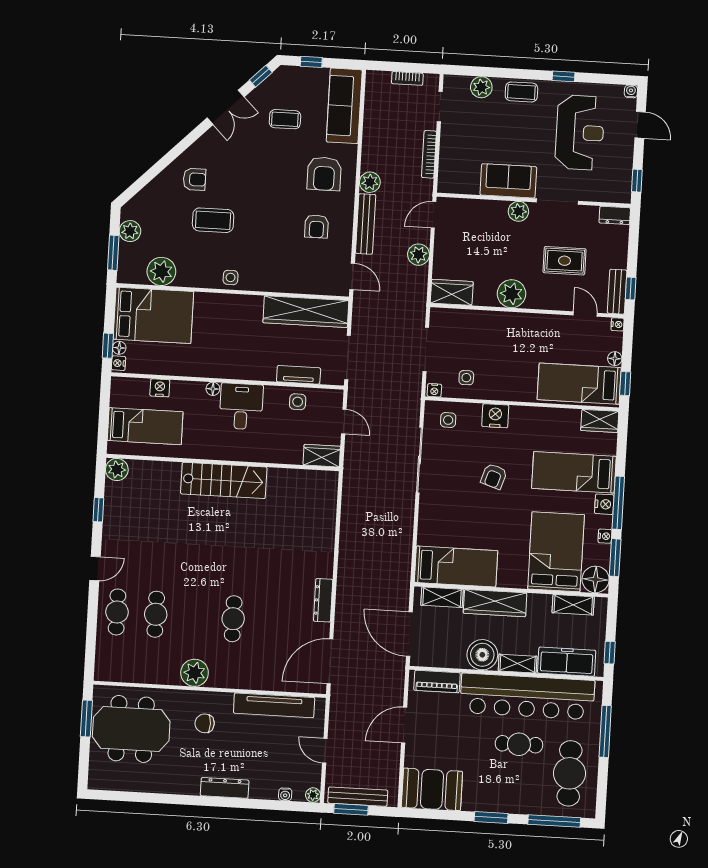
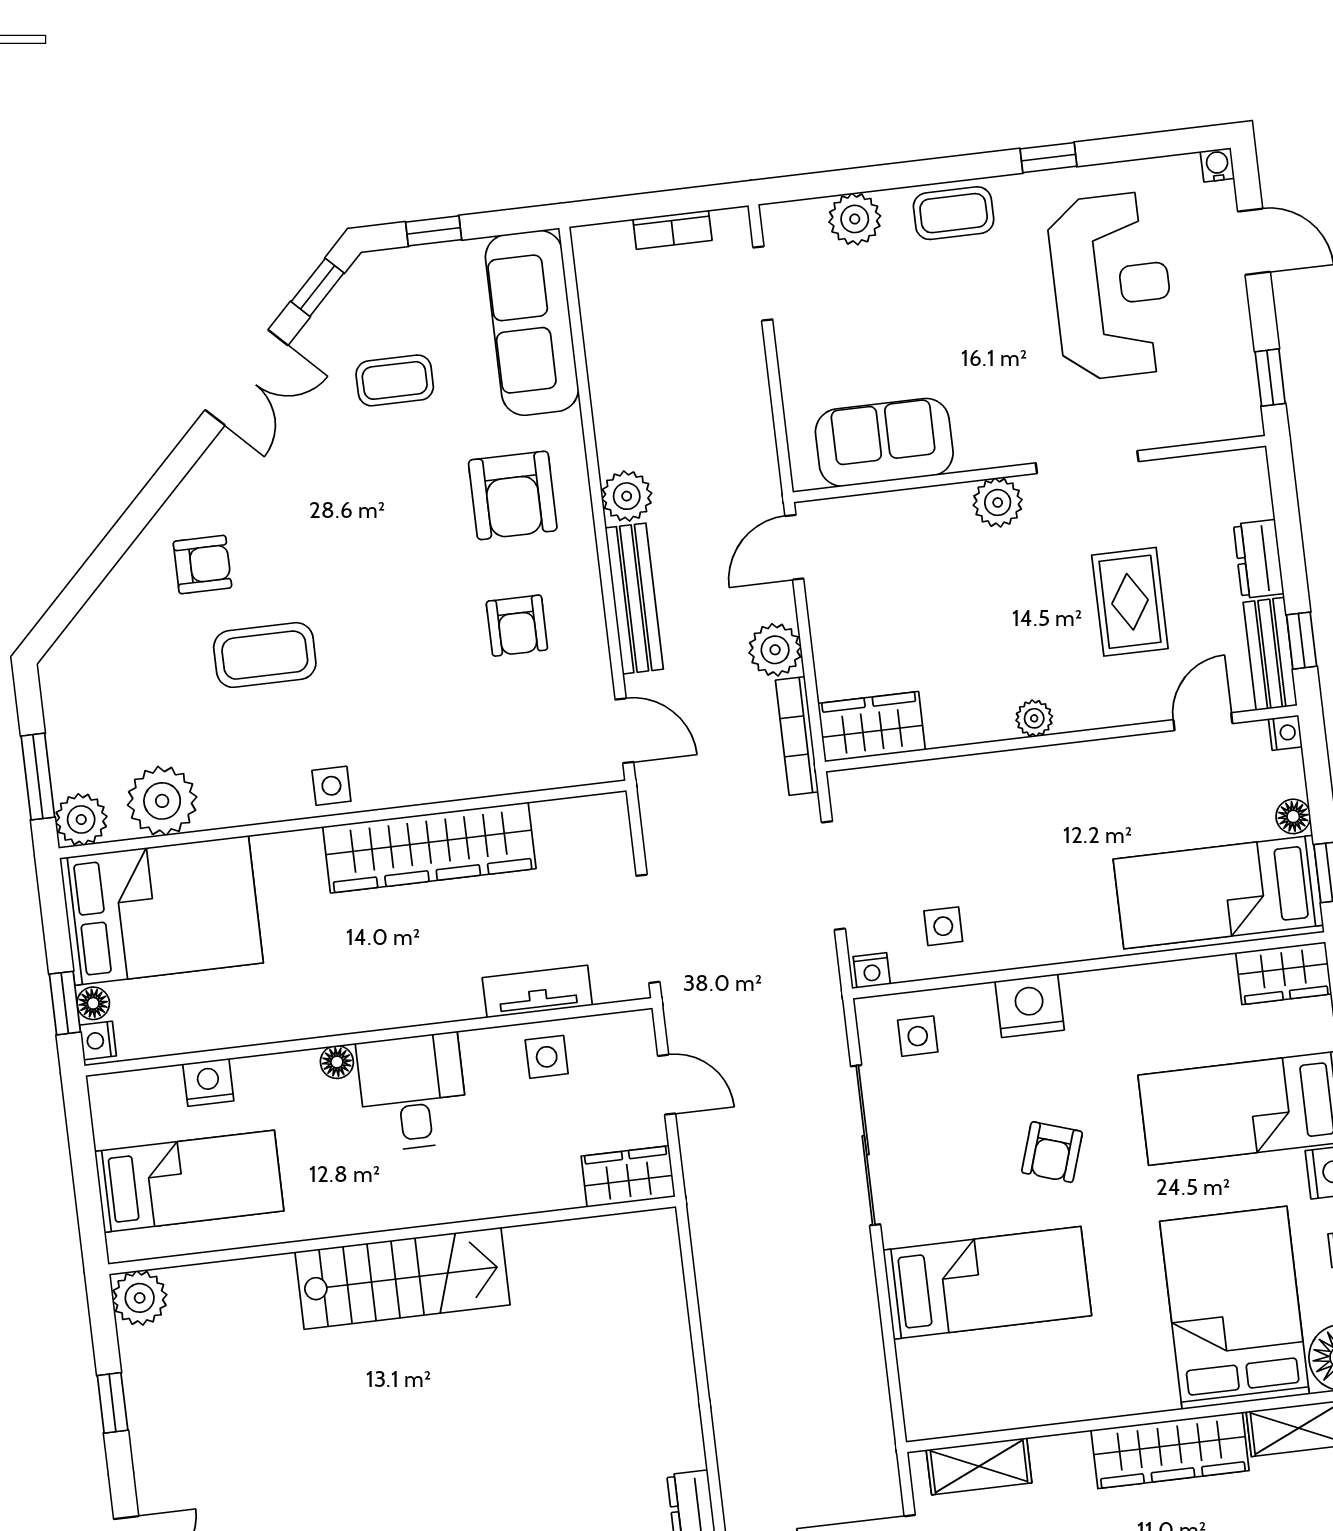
bookcase: (429, 154) -> (797, 736), moved
sofa: (508, 181) -> (884, 442), moved
dresser: (615, 215) -> (1259, 559), moved, turned 90
plant: (130, 231) -> (81, 820), moved
rug: (565, 261) -> (1130, 602), turned 90
plant: (511, 294) -> (1034, 718), width x0.53, depth x0.53
wardrobe: (306, 312) -> (429, 848), moved
door: (585, 314) -> (1203, 722), hinge flipped
bed: (456, 566) -> (987, 1283), moved
wardrobe: (495, 603) -> (1170, 1450), moved

